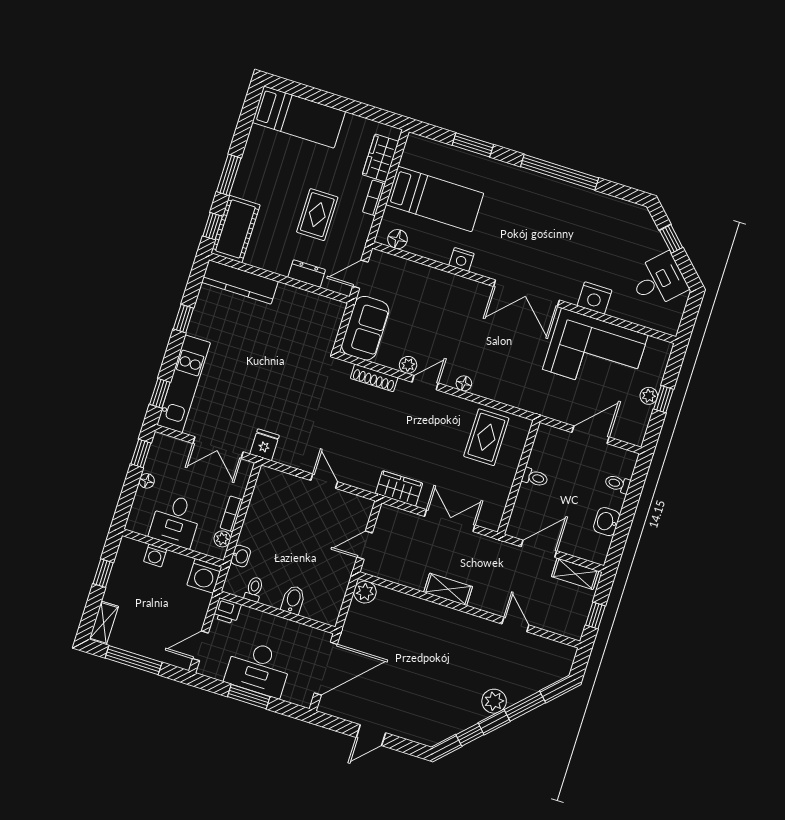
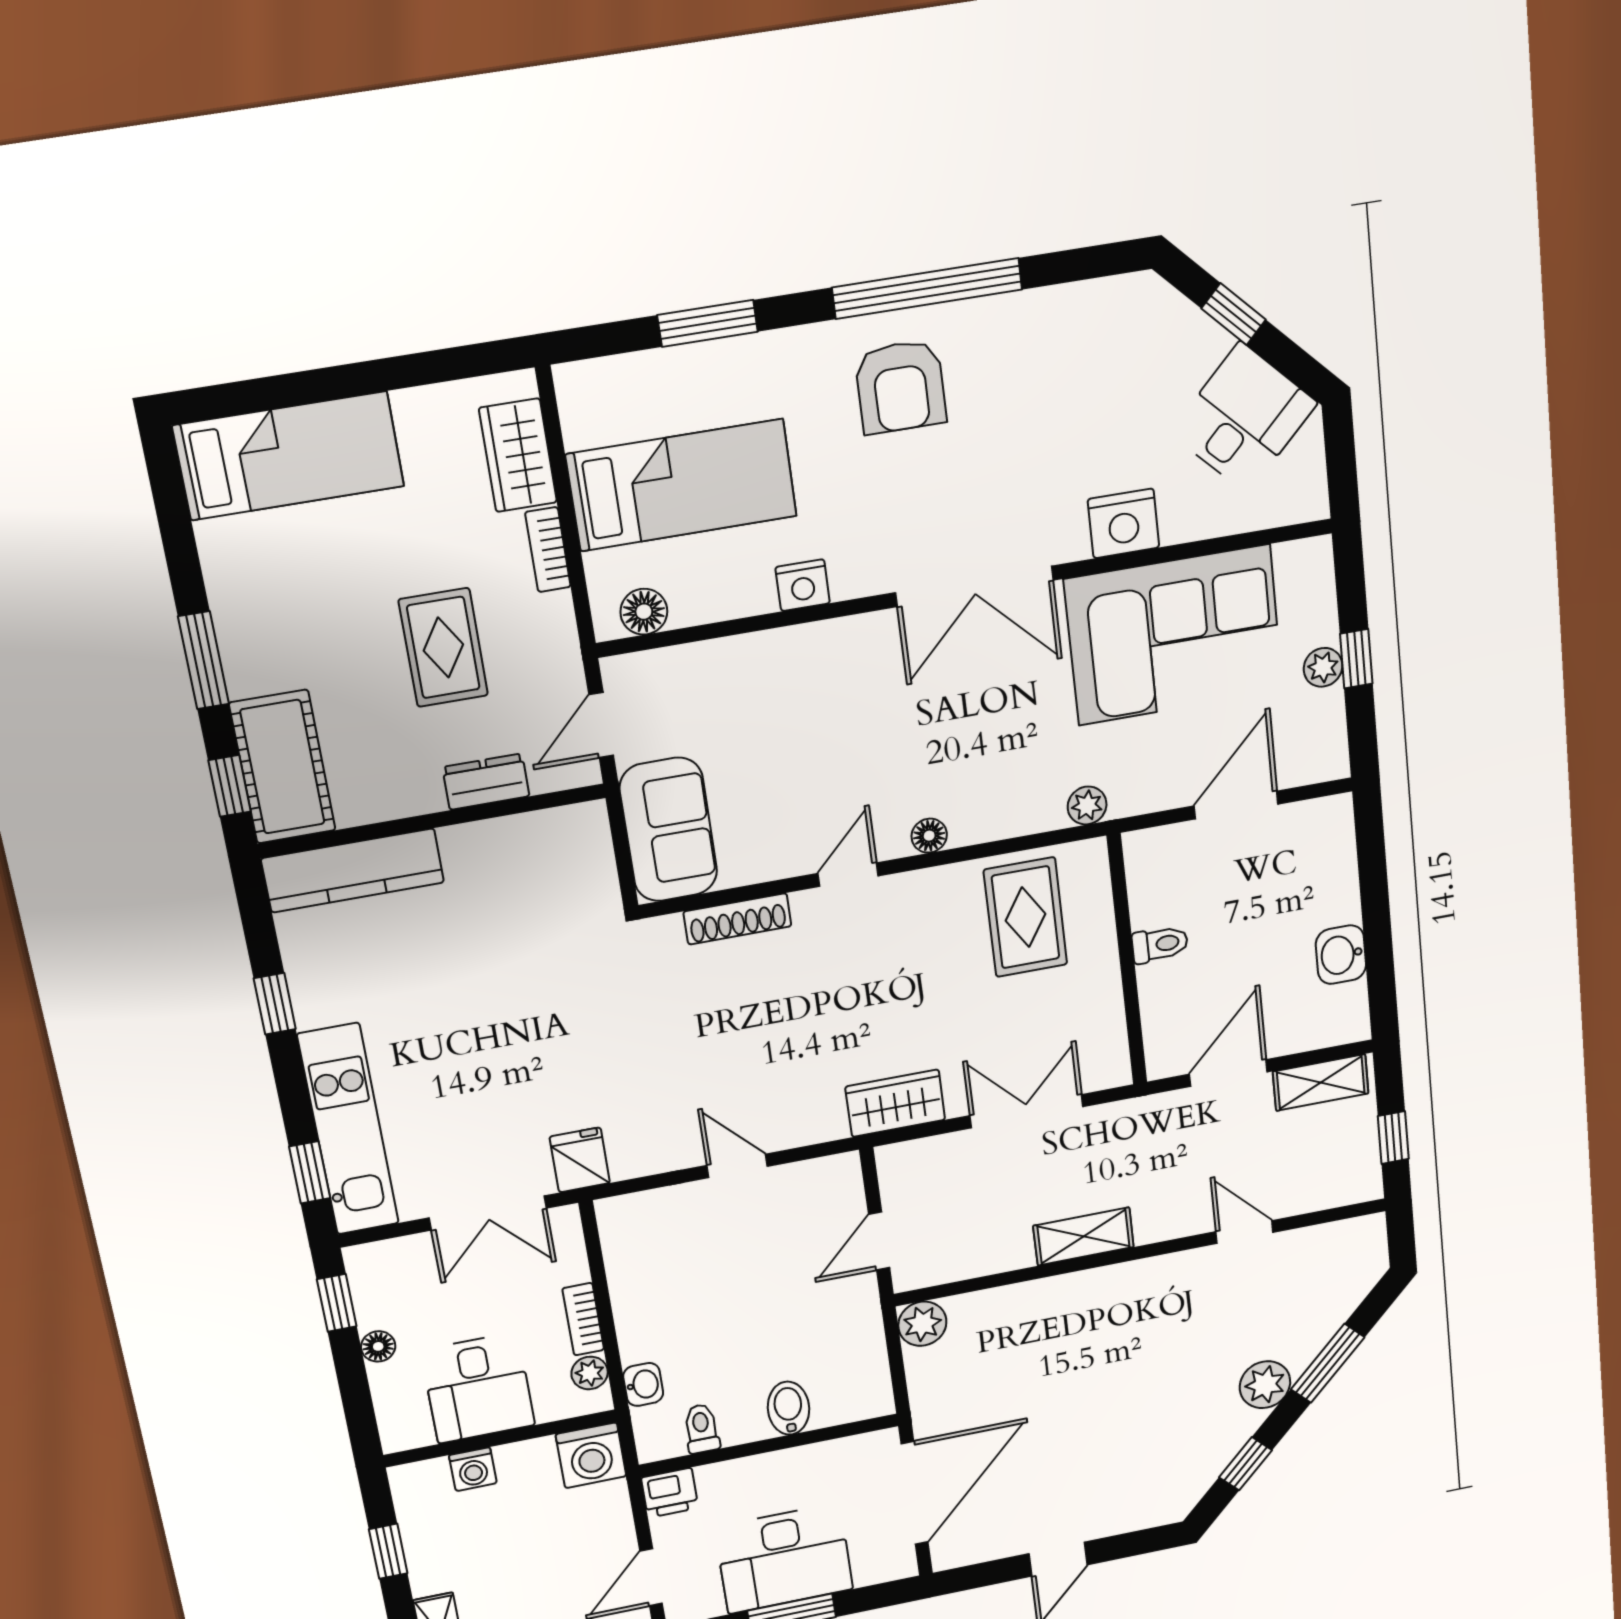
armchair: (533, 203) -> (901, 387), added
plant: (408, 365) -> (1087, 805), moved
toilet: (617, 484) -> (1332, 872), removed

